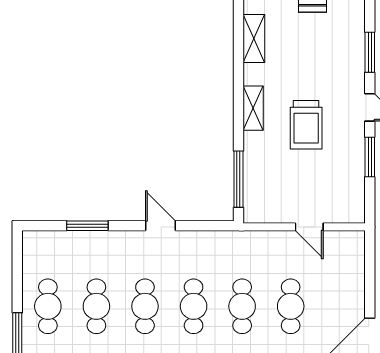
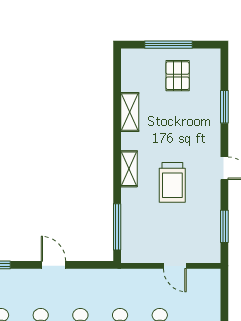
window: (370, 52) -> (224, 107), moved
window: (370, 157) -> (224, 226), moved

